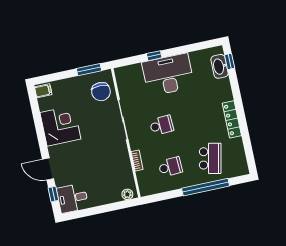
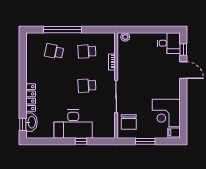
window: (89, 70) -> (145, 141), moved
chair: (101, 92) -> (129, 122), turned 180
locker: (232, 119) -> (31, 98), moved
corner desk: (60, 126) -> (166, 113), moved
school desk: (210, 158) -> (54, 51), width x0.54

